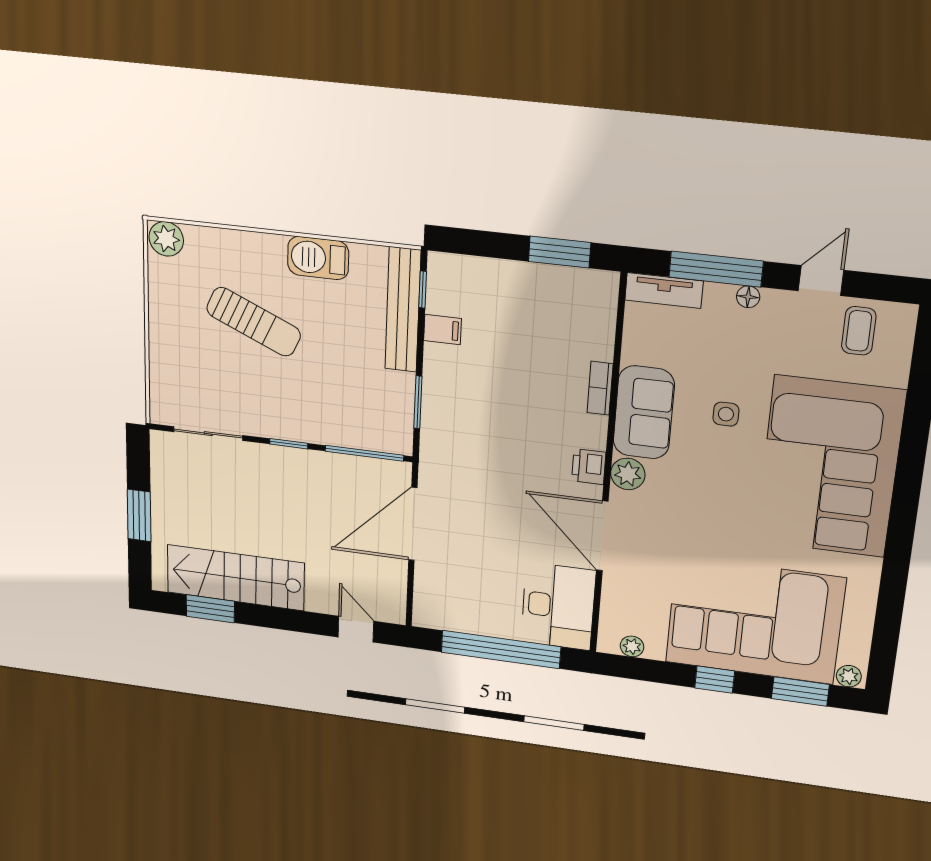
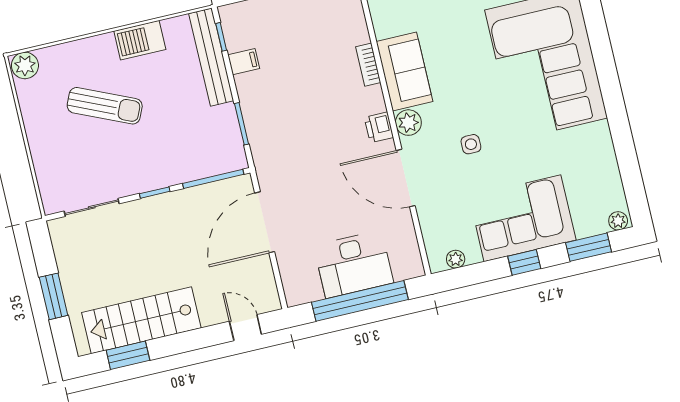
side table: (726, 414) -> (471, 144), moved
desk: (558, 606) -> (354, 264), moved, turned 90
corner sofa: (755, 620) -> (522, 218), width x0.73, depth x0.74

